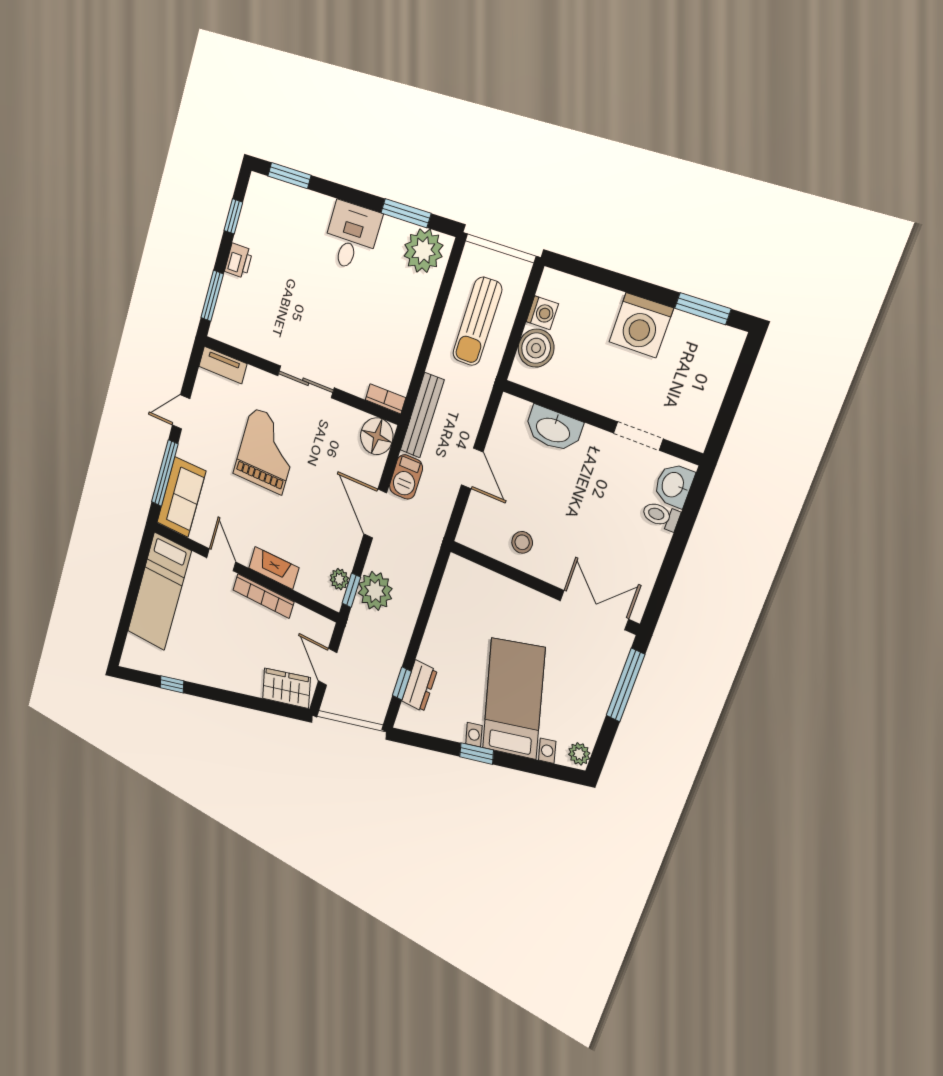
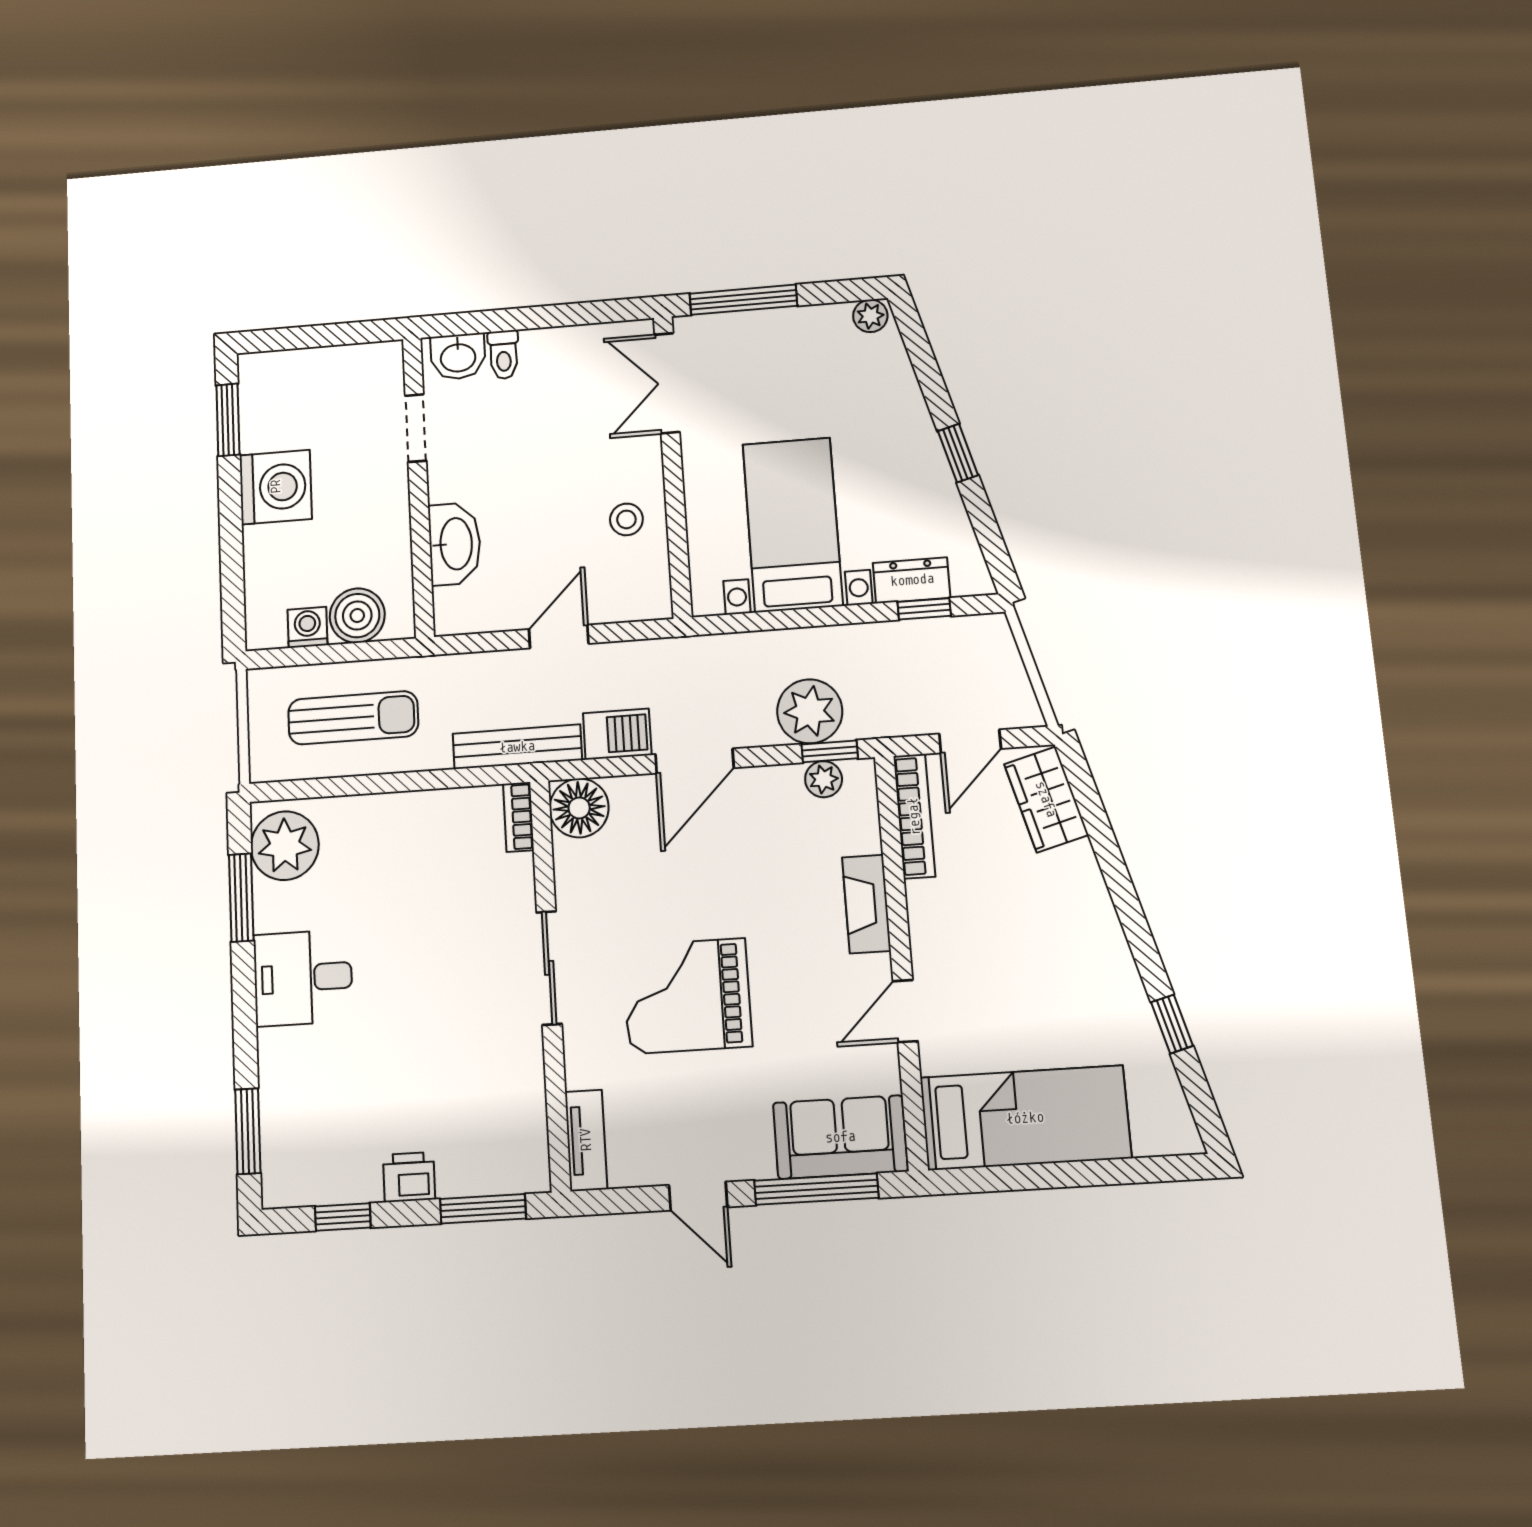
bookcase: (263, 596) -> (914, 816), moved
bed with nightstands: (514, 698) -> (793, 525), moved, turned 105

